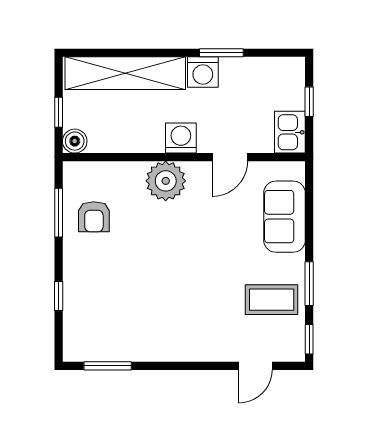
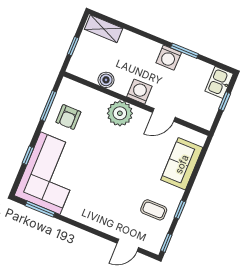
shelving: (125, 73) -> (104, 29), width x0.45, depth x0.75
kitchen sink: (290, 132) -> (219, 82), moved
boiler: (75, 141) -> (106, 80), moved
window: (309, 284) -> (180, 210), width x0.67
coffee table: (272, 300) -> (154, 210), width x0.73, depth x0.77
corner sofa: (101, 308) -> (50, 173), added

